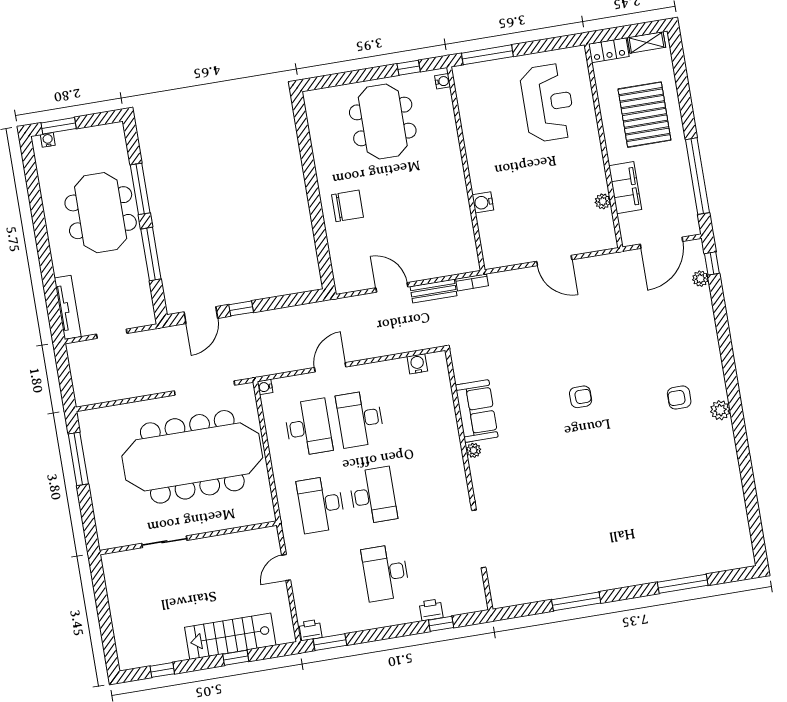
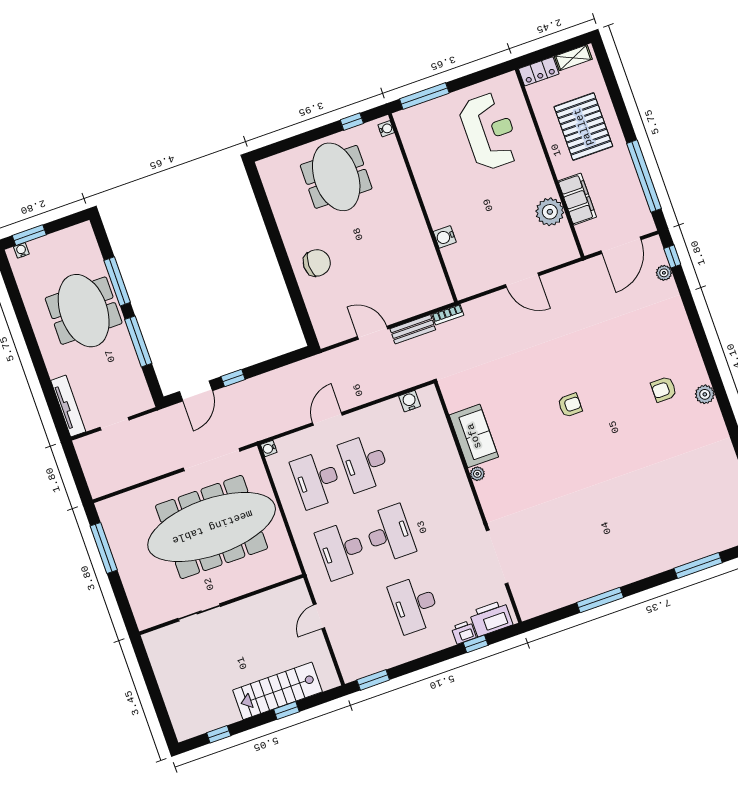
plant: (603, 201) -> (550, 212), width x1.88, depth x1.88
desk: (308, 427) -> (317, 480), turned 180
printer: (310, 630) -> (491, 618), moved, width x1.87, depth x1.48

